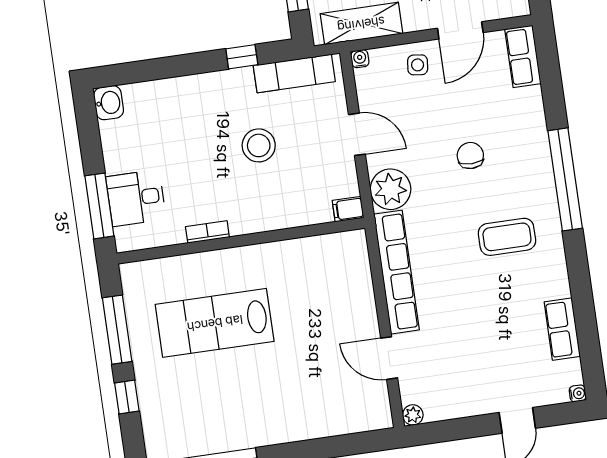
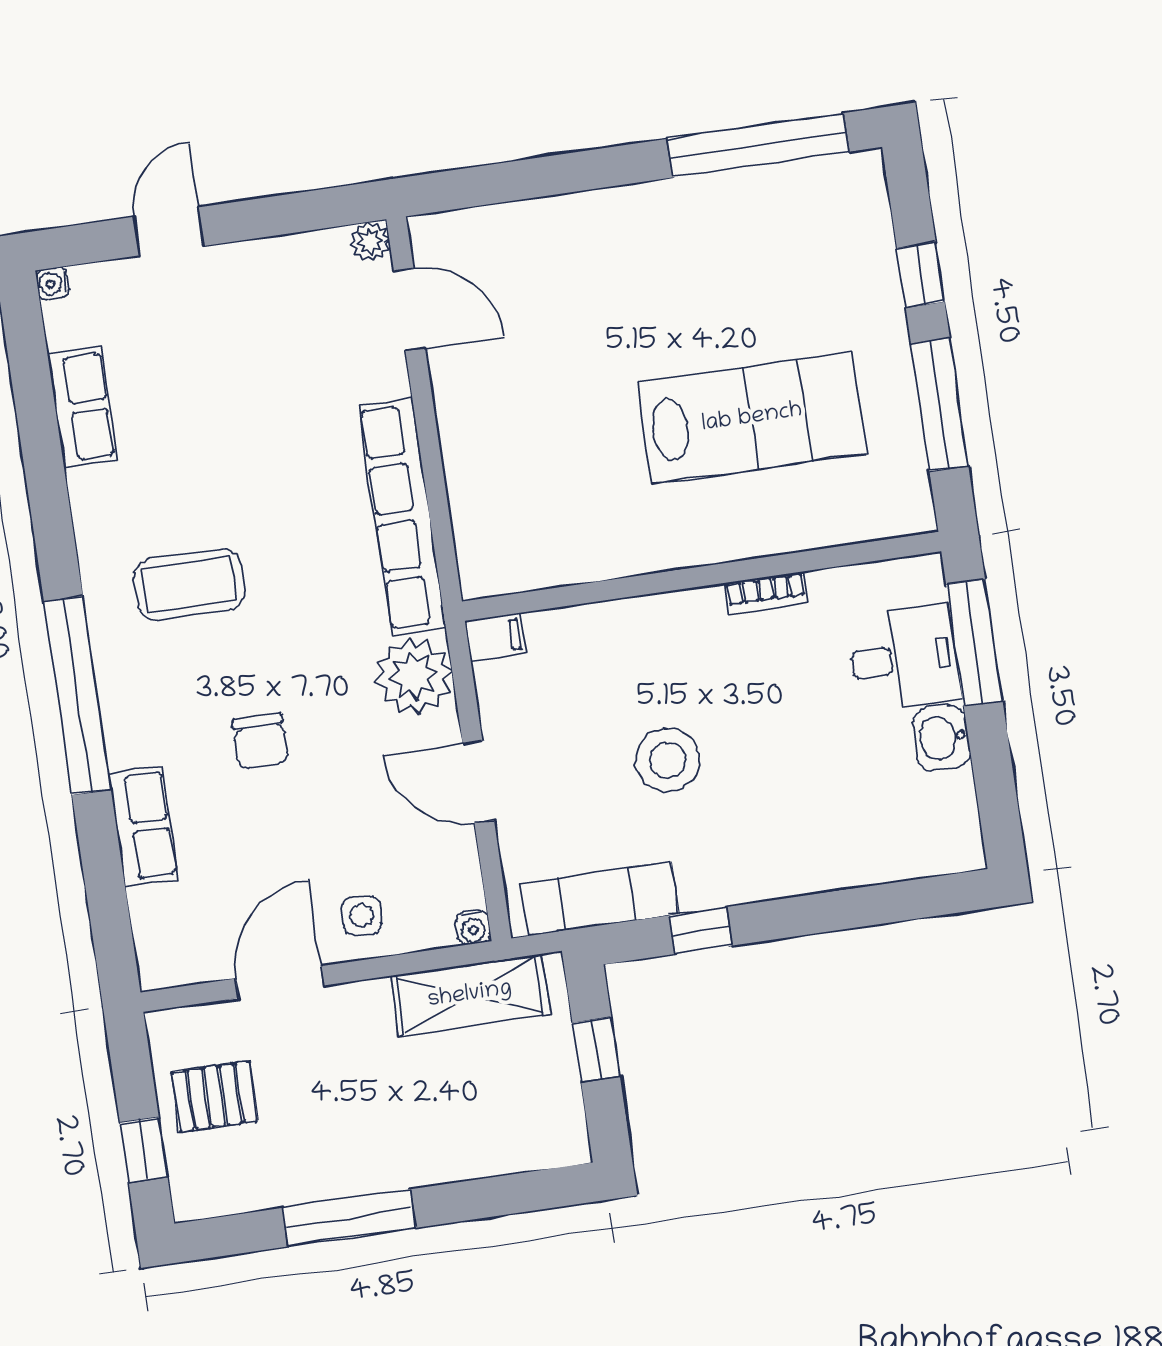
row of seats: (523, 56) -> (144, 826), moved
washbasin: (109, 103) -> (942, 738), moved
door: (389, 358) -> (410, 310), moved

